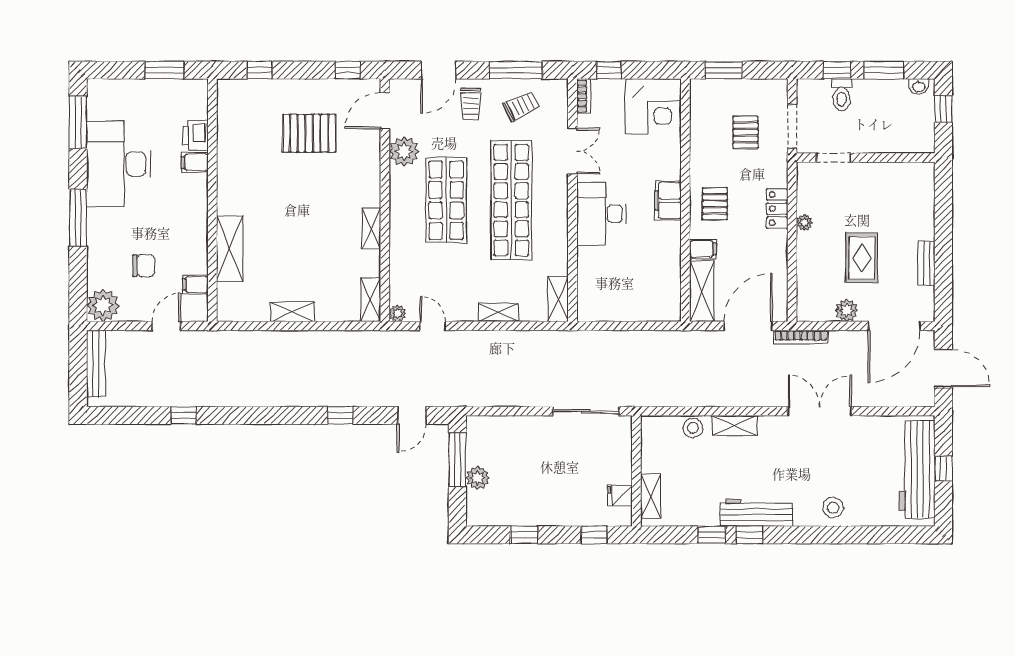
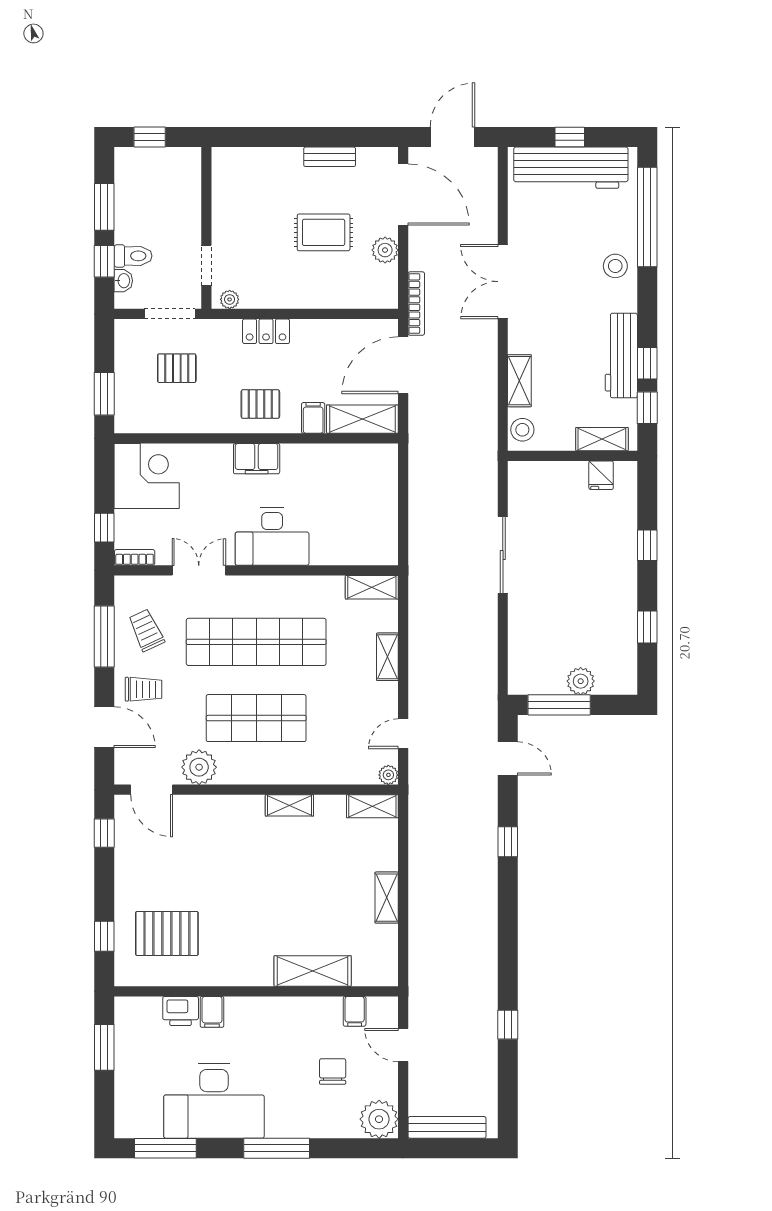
washbasin: (919, 86) -> (123, 281), moved
pallet: (309, 133) -> (167, 933), moved, turned 90
plant: (804, 223) -> (230, 299), moved
door: (748, 326) -> (403, 365), hinge flipped
wall: (636, 471) -> (573, 456), moved
fridge: (620, 495) -> (601, 475), moved
shelving: (651, 496) -> (602, 439), moved
window: (875, 535) -> (647, 217), added

